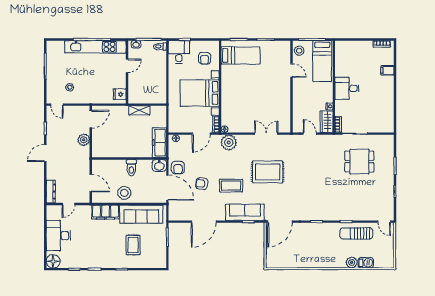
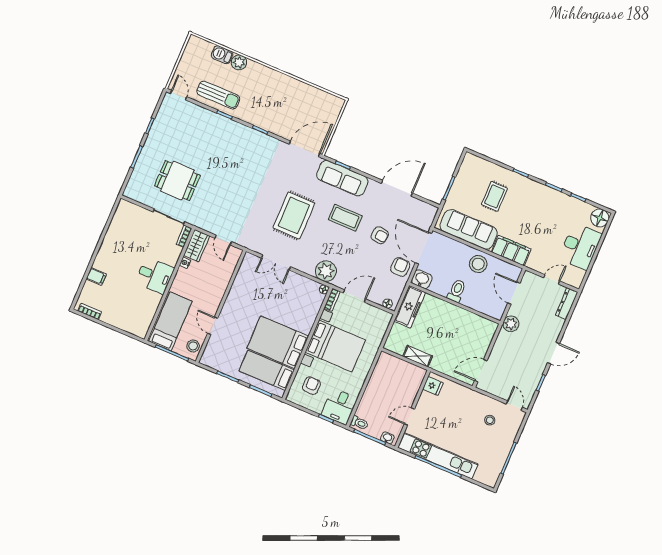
bed: (241, 78) -> (278, 342), added
plant: (84, 140) -> (511, 324), moved
rug: (268, 172) -> (294, 215), turned 90

